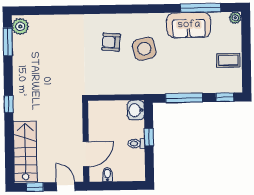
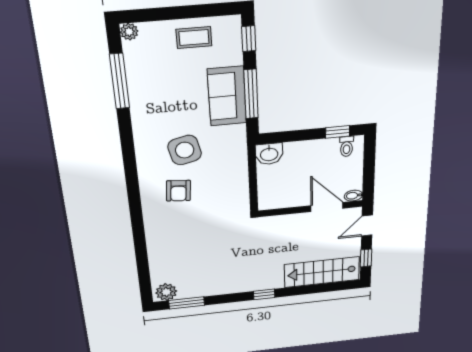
sofa: (189, 25) -> (227, 96), moved, turned 180
coffee table: (228, 60) -> (194, 38), turned 90
window: (149, 137) -> (338, 132), moved
toilet: (136, 143) -> (347, 146), moved
bidet: (107, 174) -> (353, 196), moved

